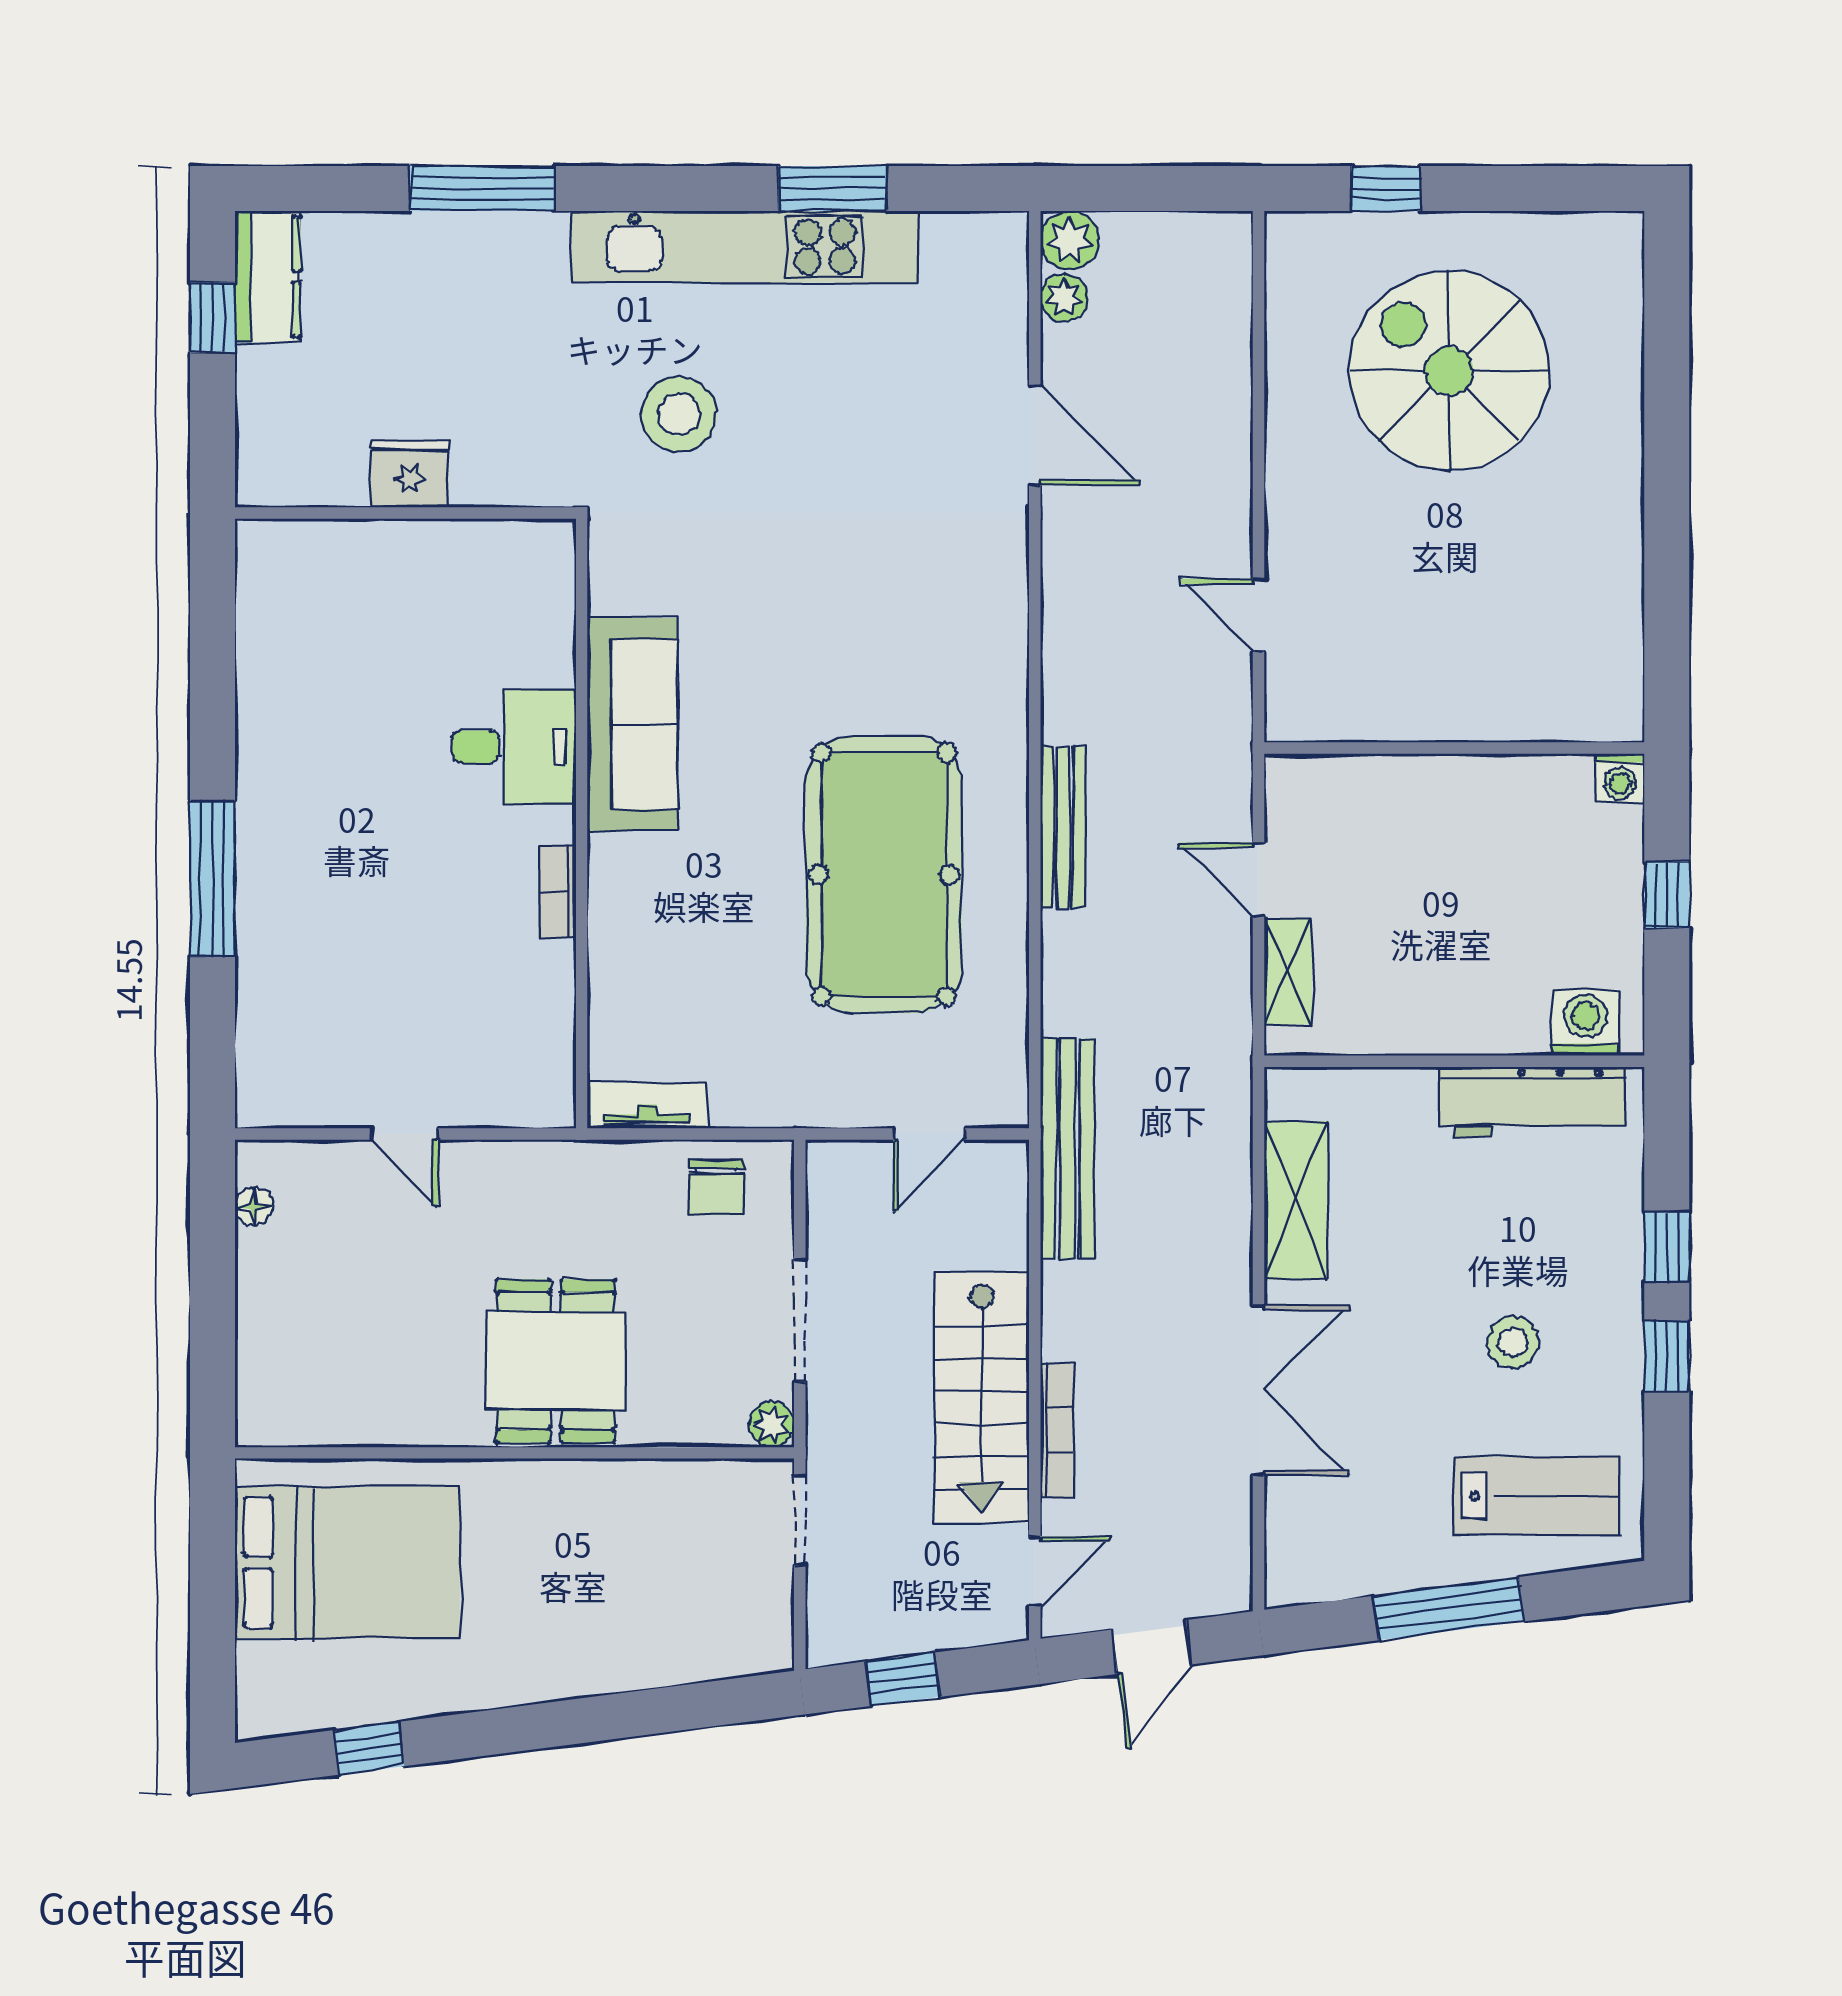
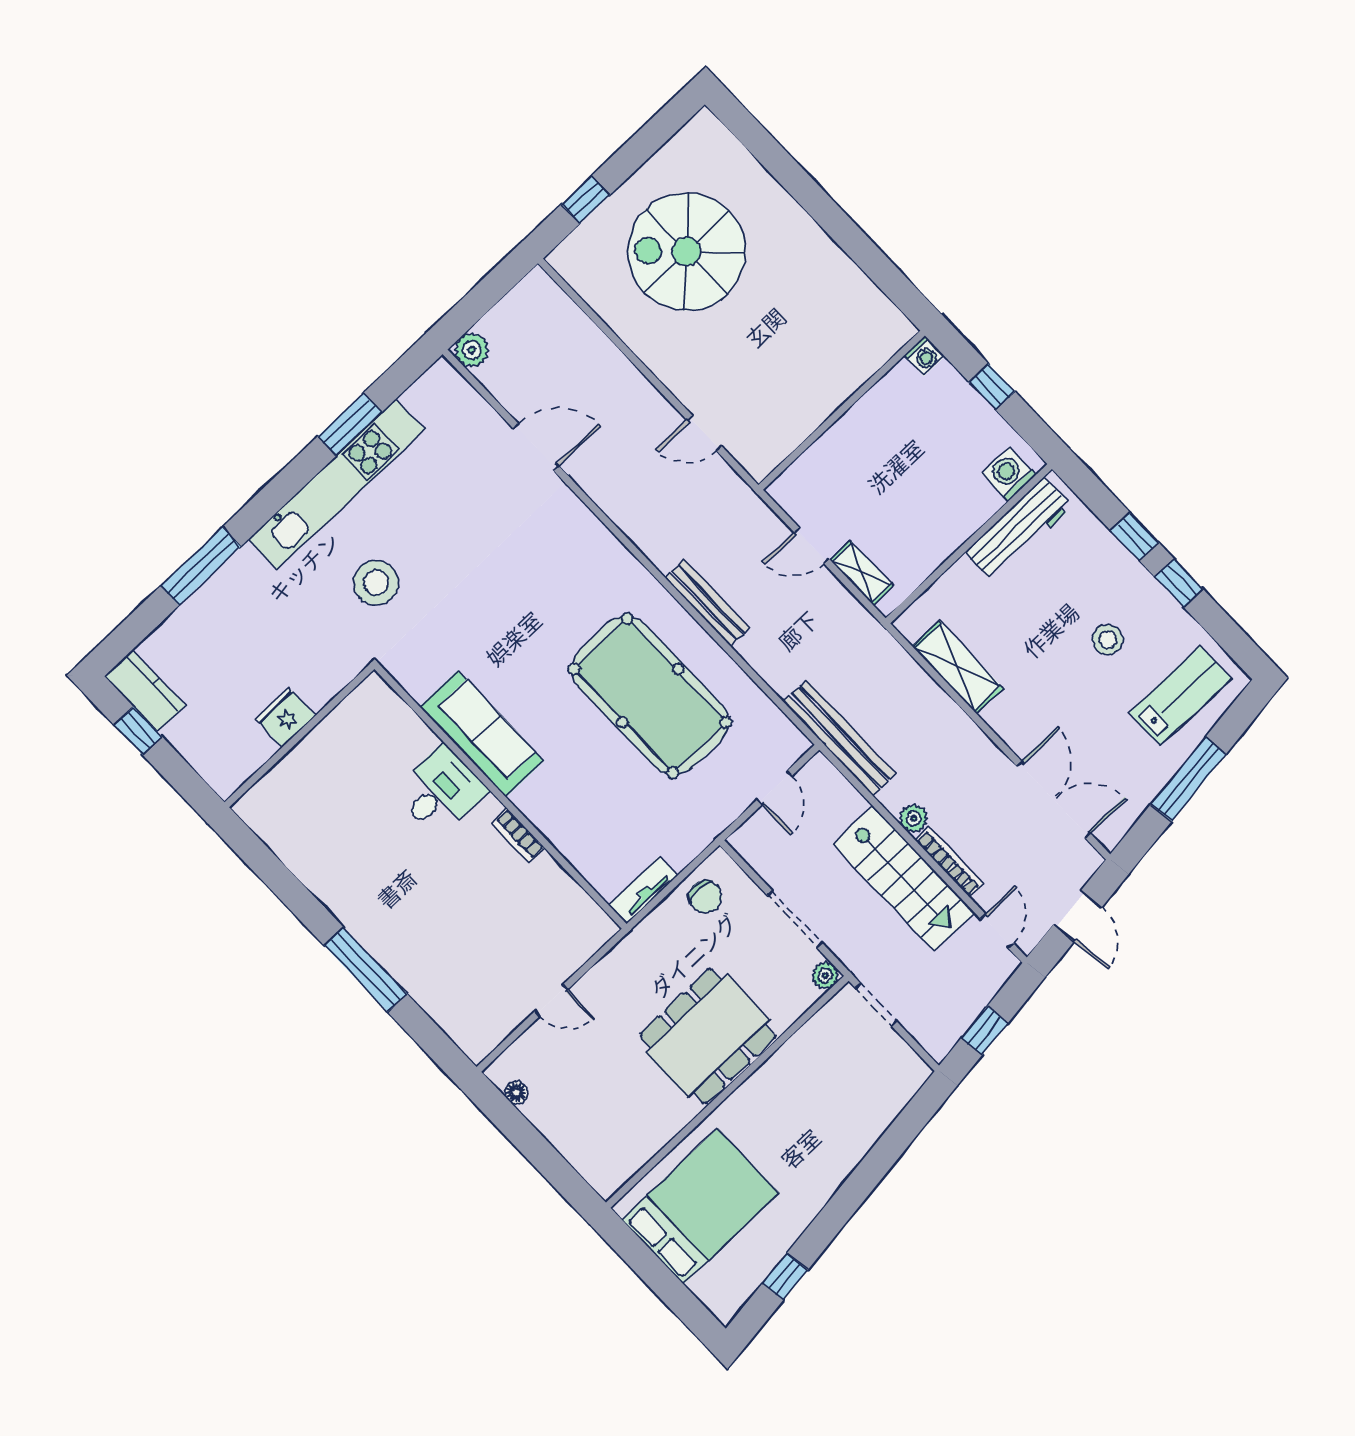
plant: (1064, 298) -> (914, 819), moved
dining table: (556, 1361) -> (708, 1036), width x1.38
double door: (1258, 1390) -> (1053, 800), moved

